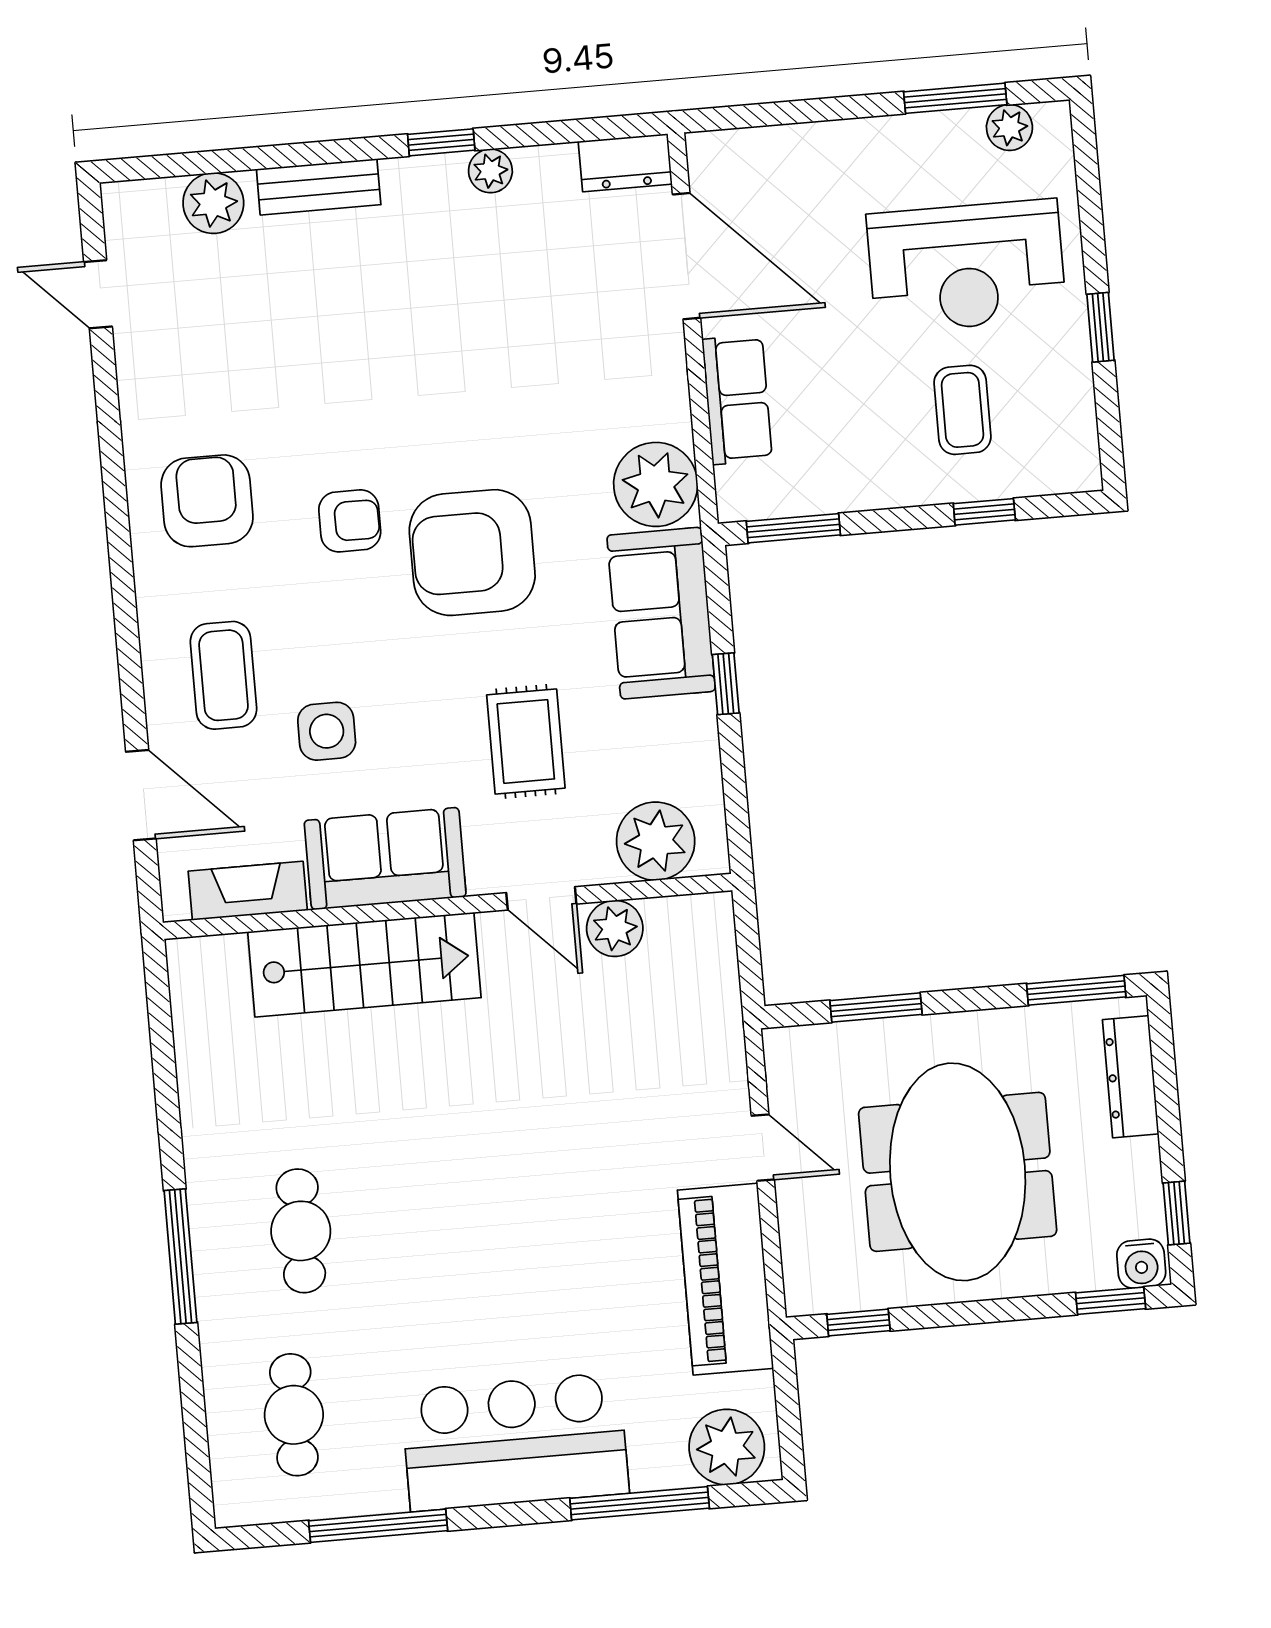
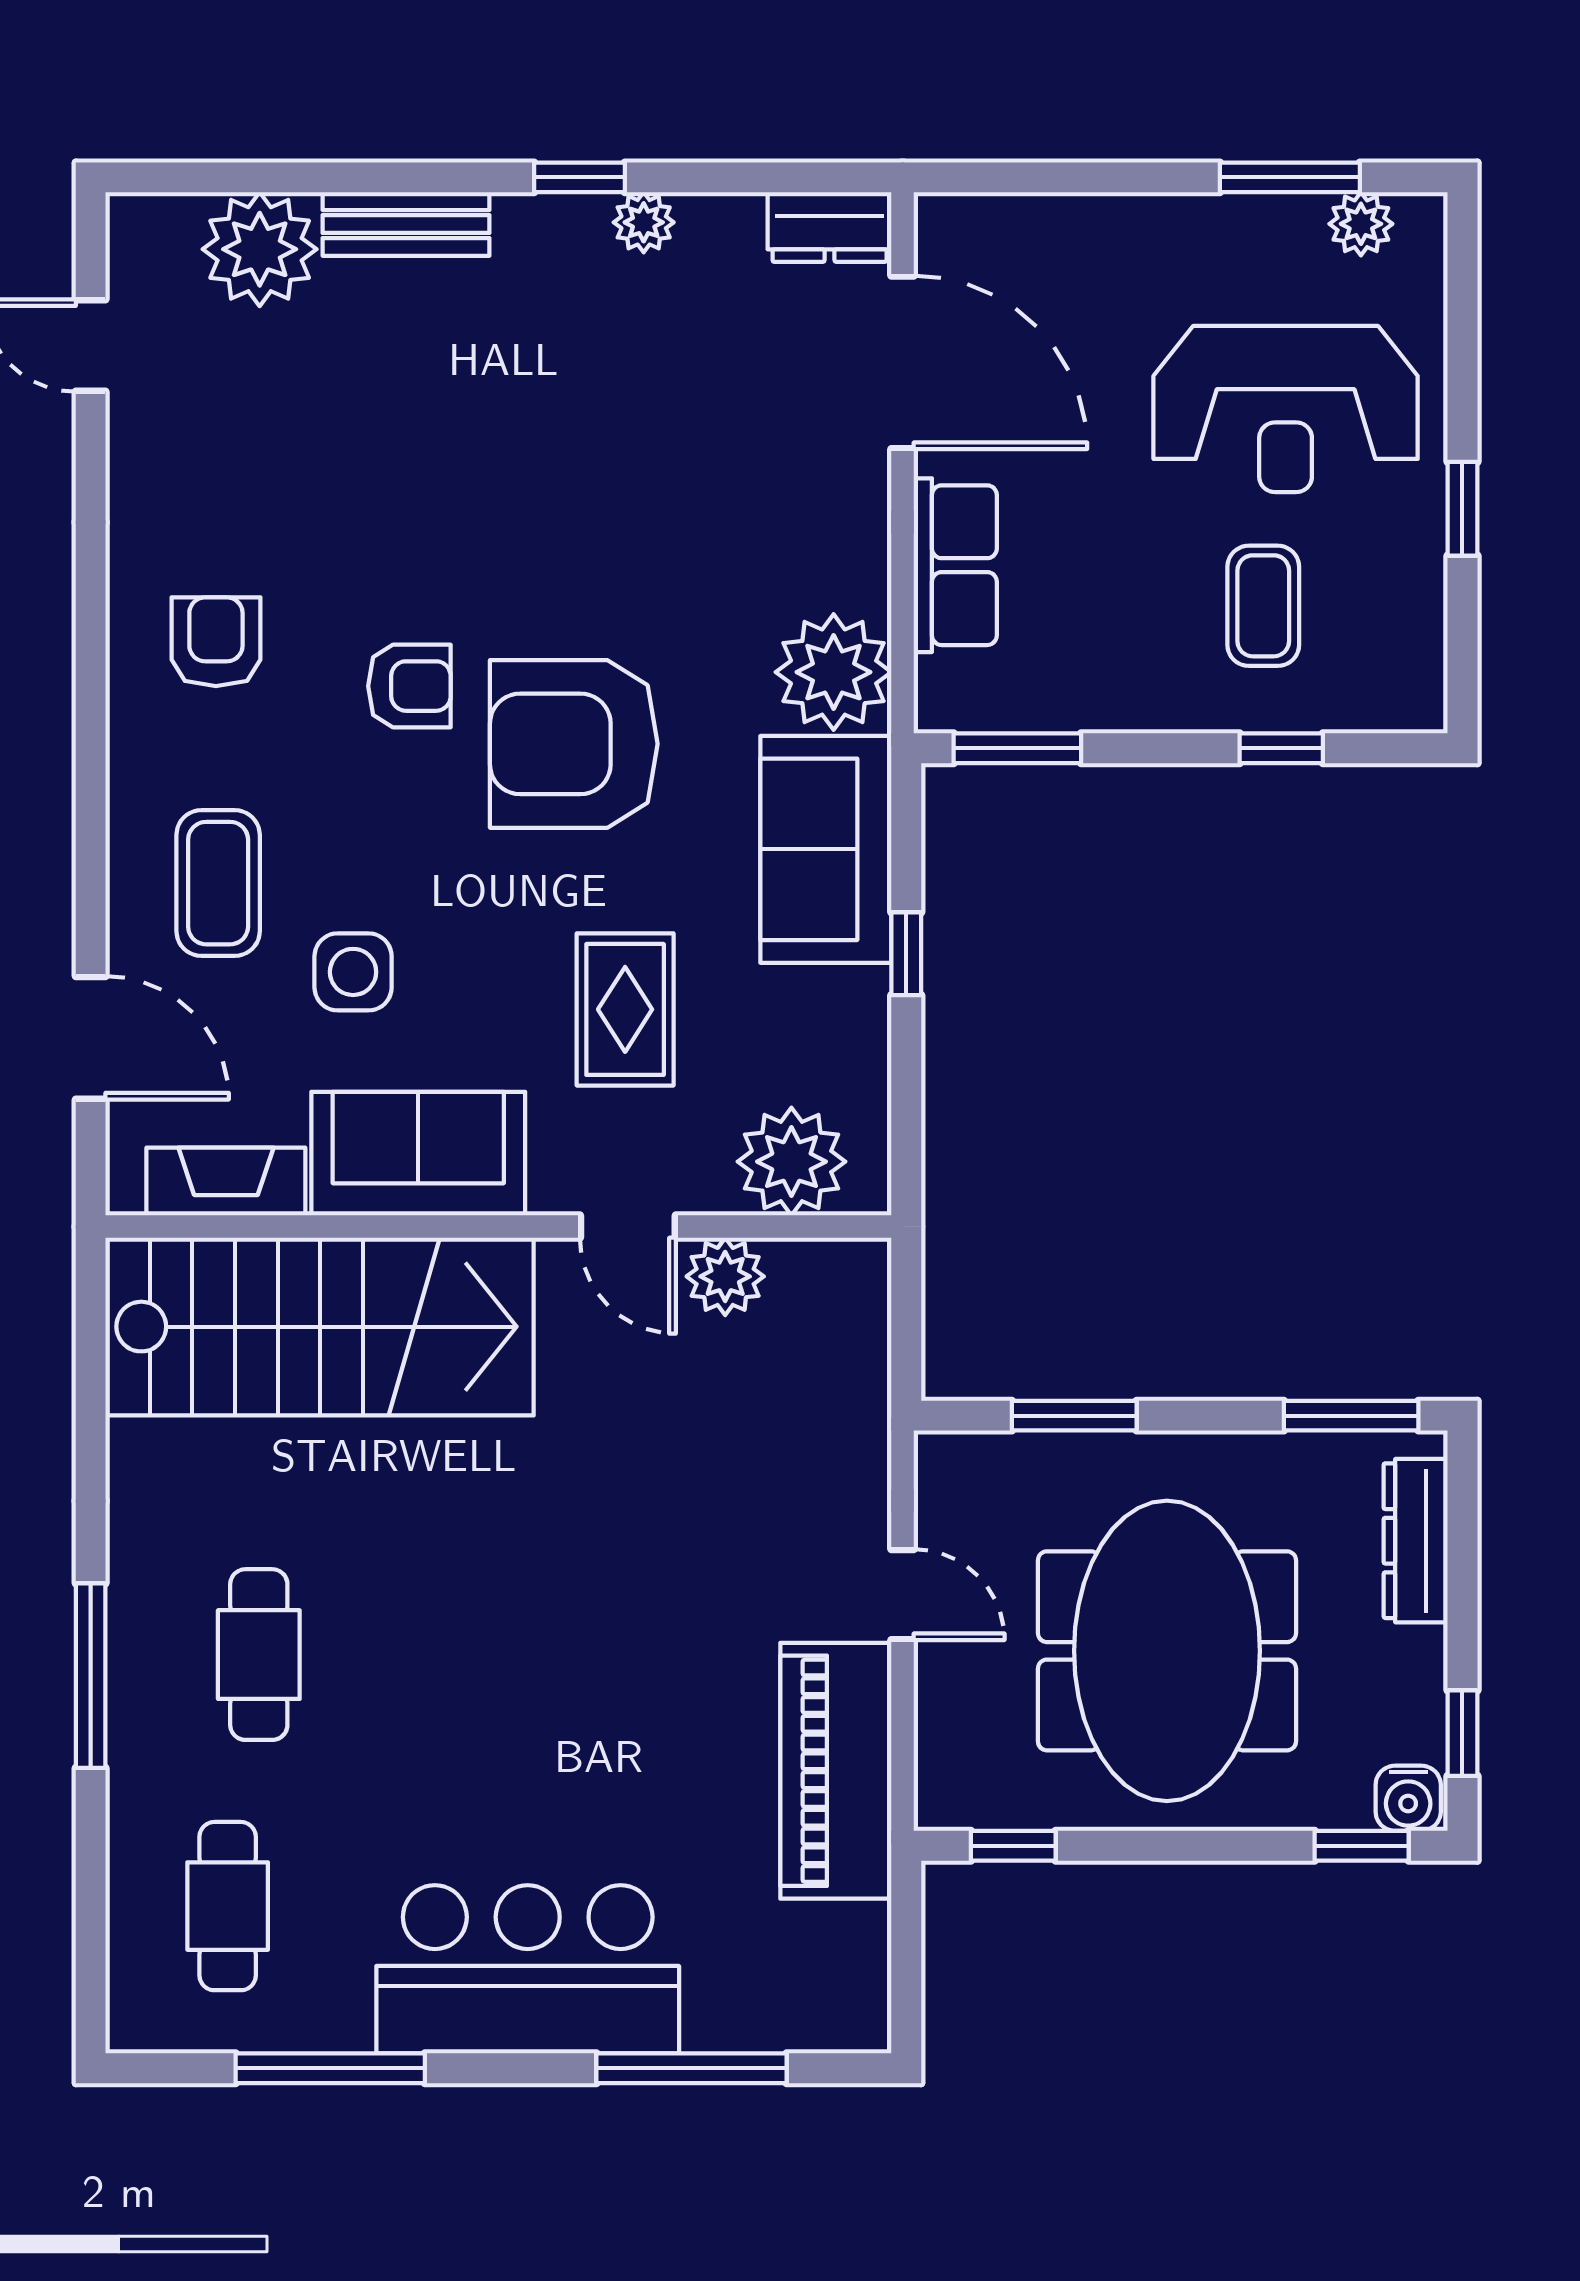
plant: (213, 203) -> (260, 249), width x1.36, depth x1.36
armchair: (207, 501) -> (216, 642), width x0.72, depth x0.72
stairs: (364, 965) -> (320, 1327), width x1.36, depth x1.51
plant: (727, 1447) -> (818, 2001), removed

